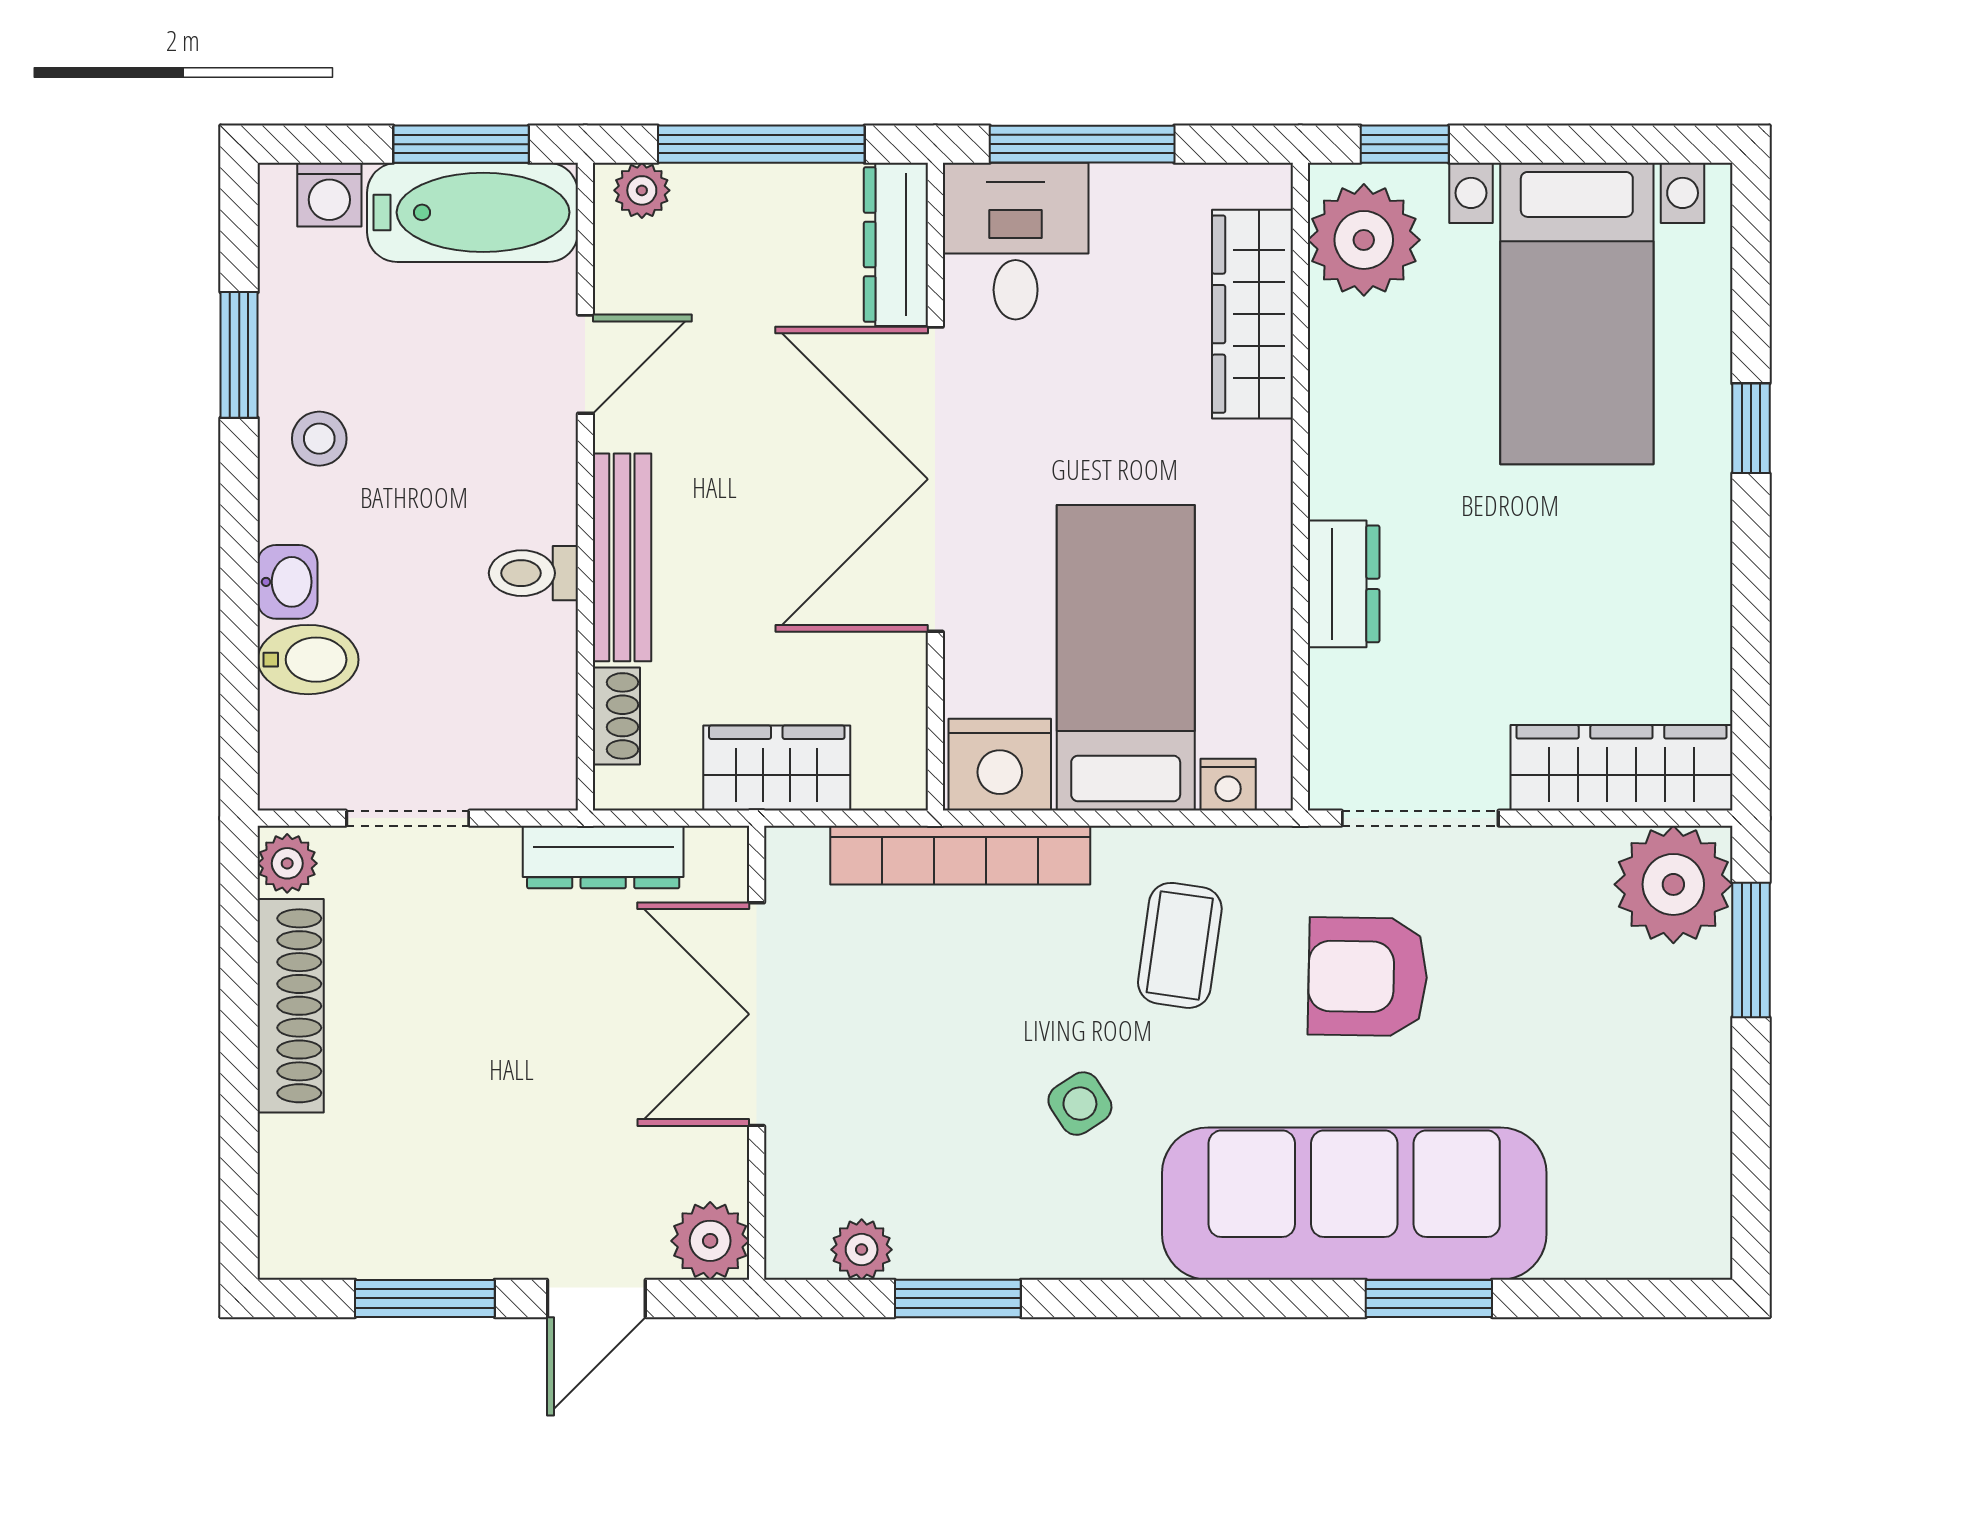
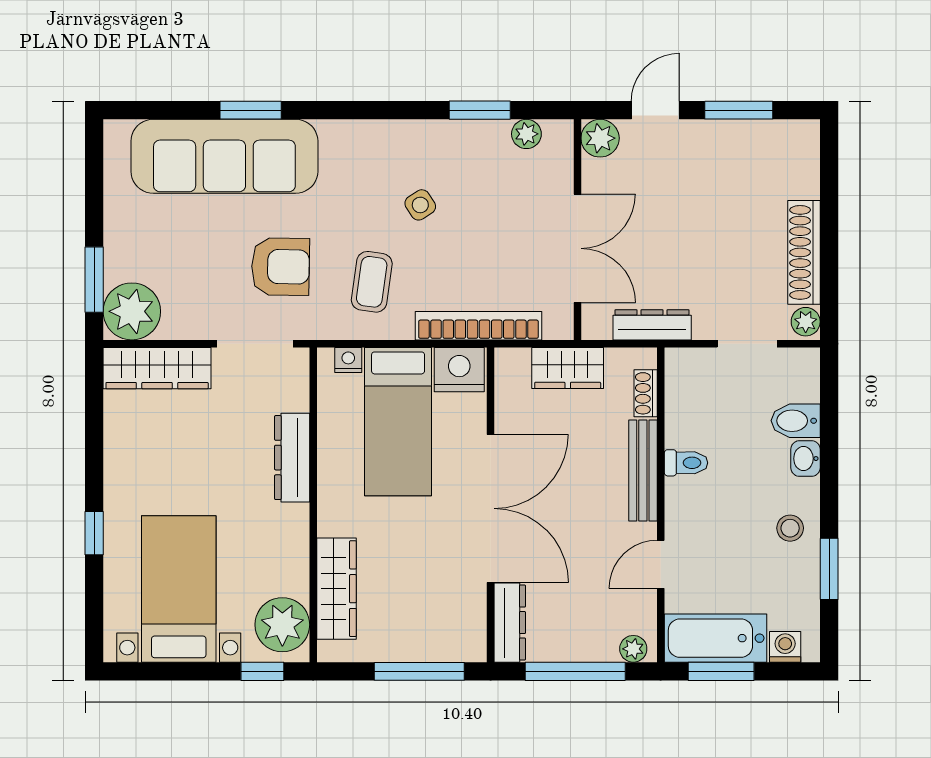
desk: (1016, 241) -> (452, 624), removed
dresser: (1344, 584) -> (292, 458), width x1.44
sofa: (1354, 1204) -> (224, 156), moved

